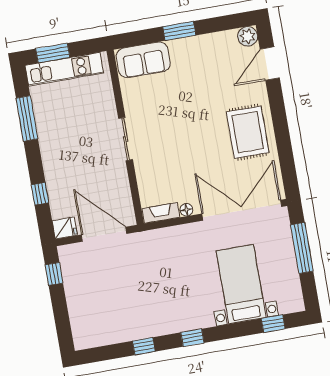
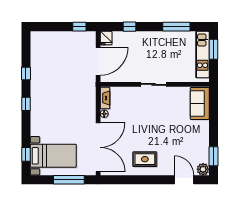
window: (179, 31) -> (213, 156), moved
rug: (248, 132) -> (145, 159), width x0.73, depth x0.70
bed with nightstands: (241, 284) -> (53, 156), moved

